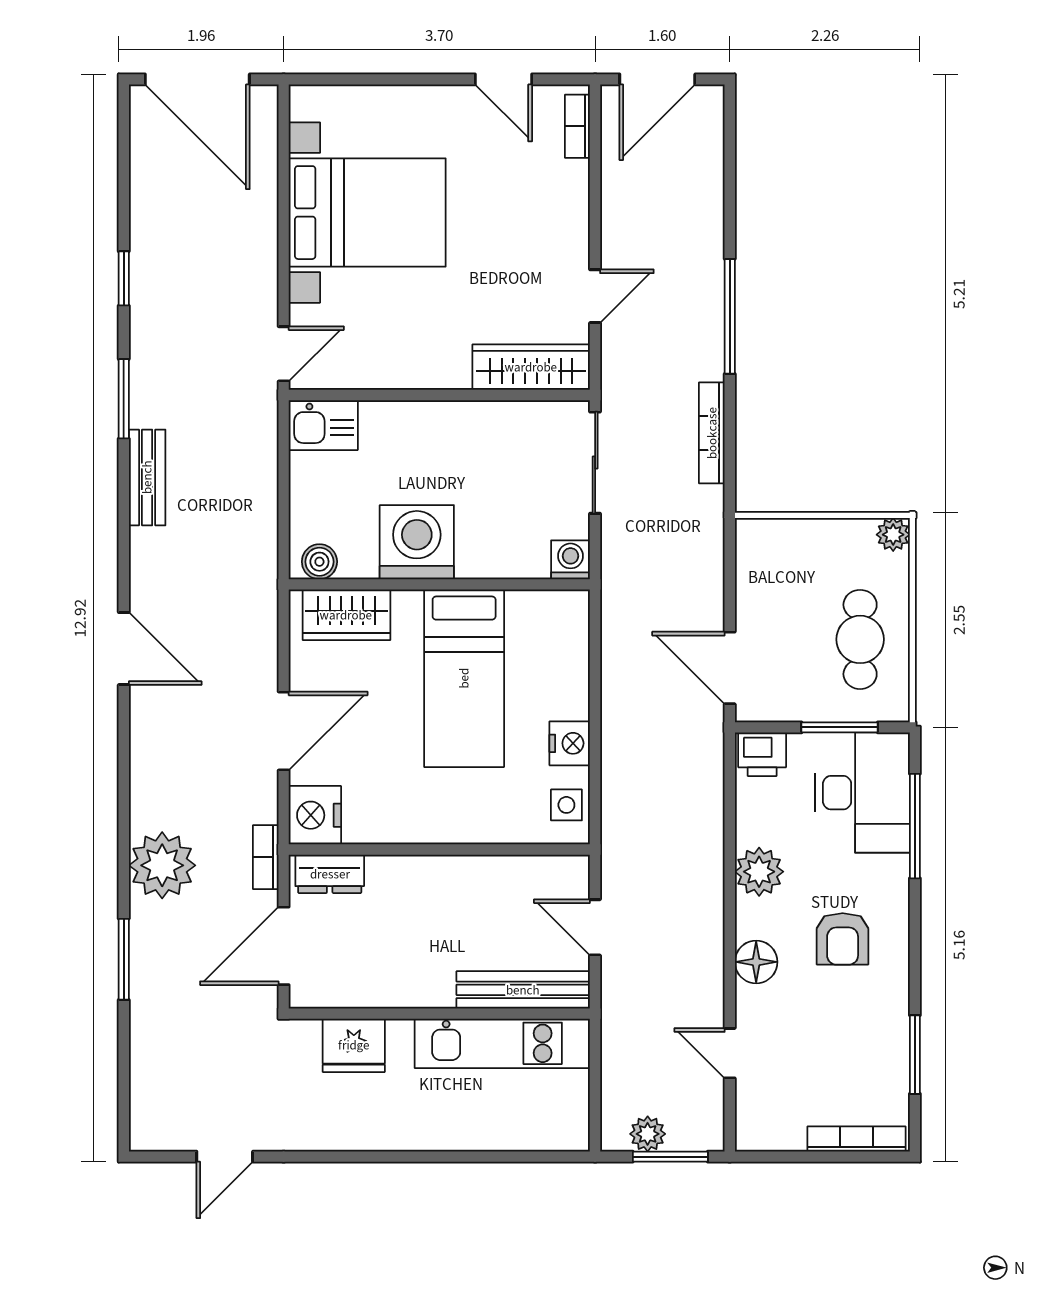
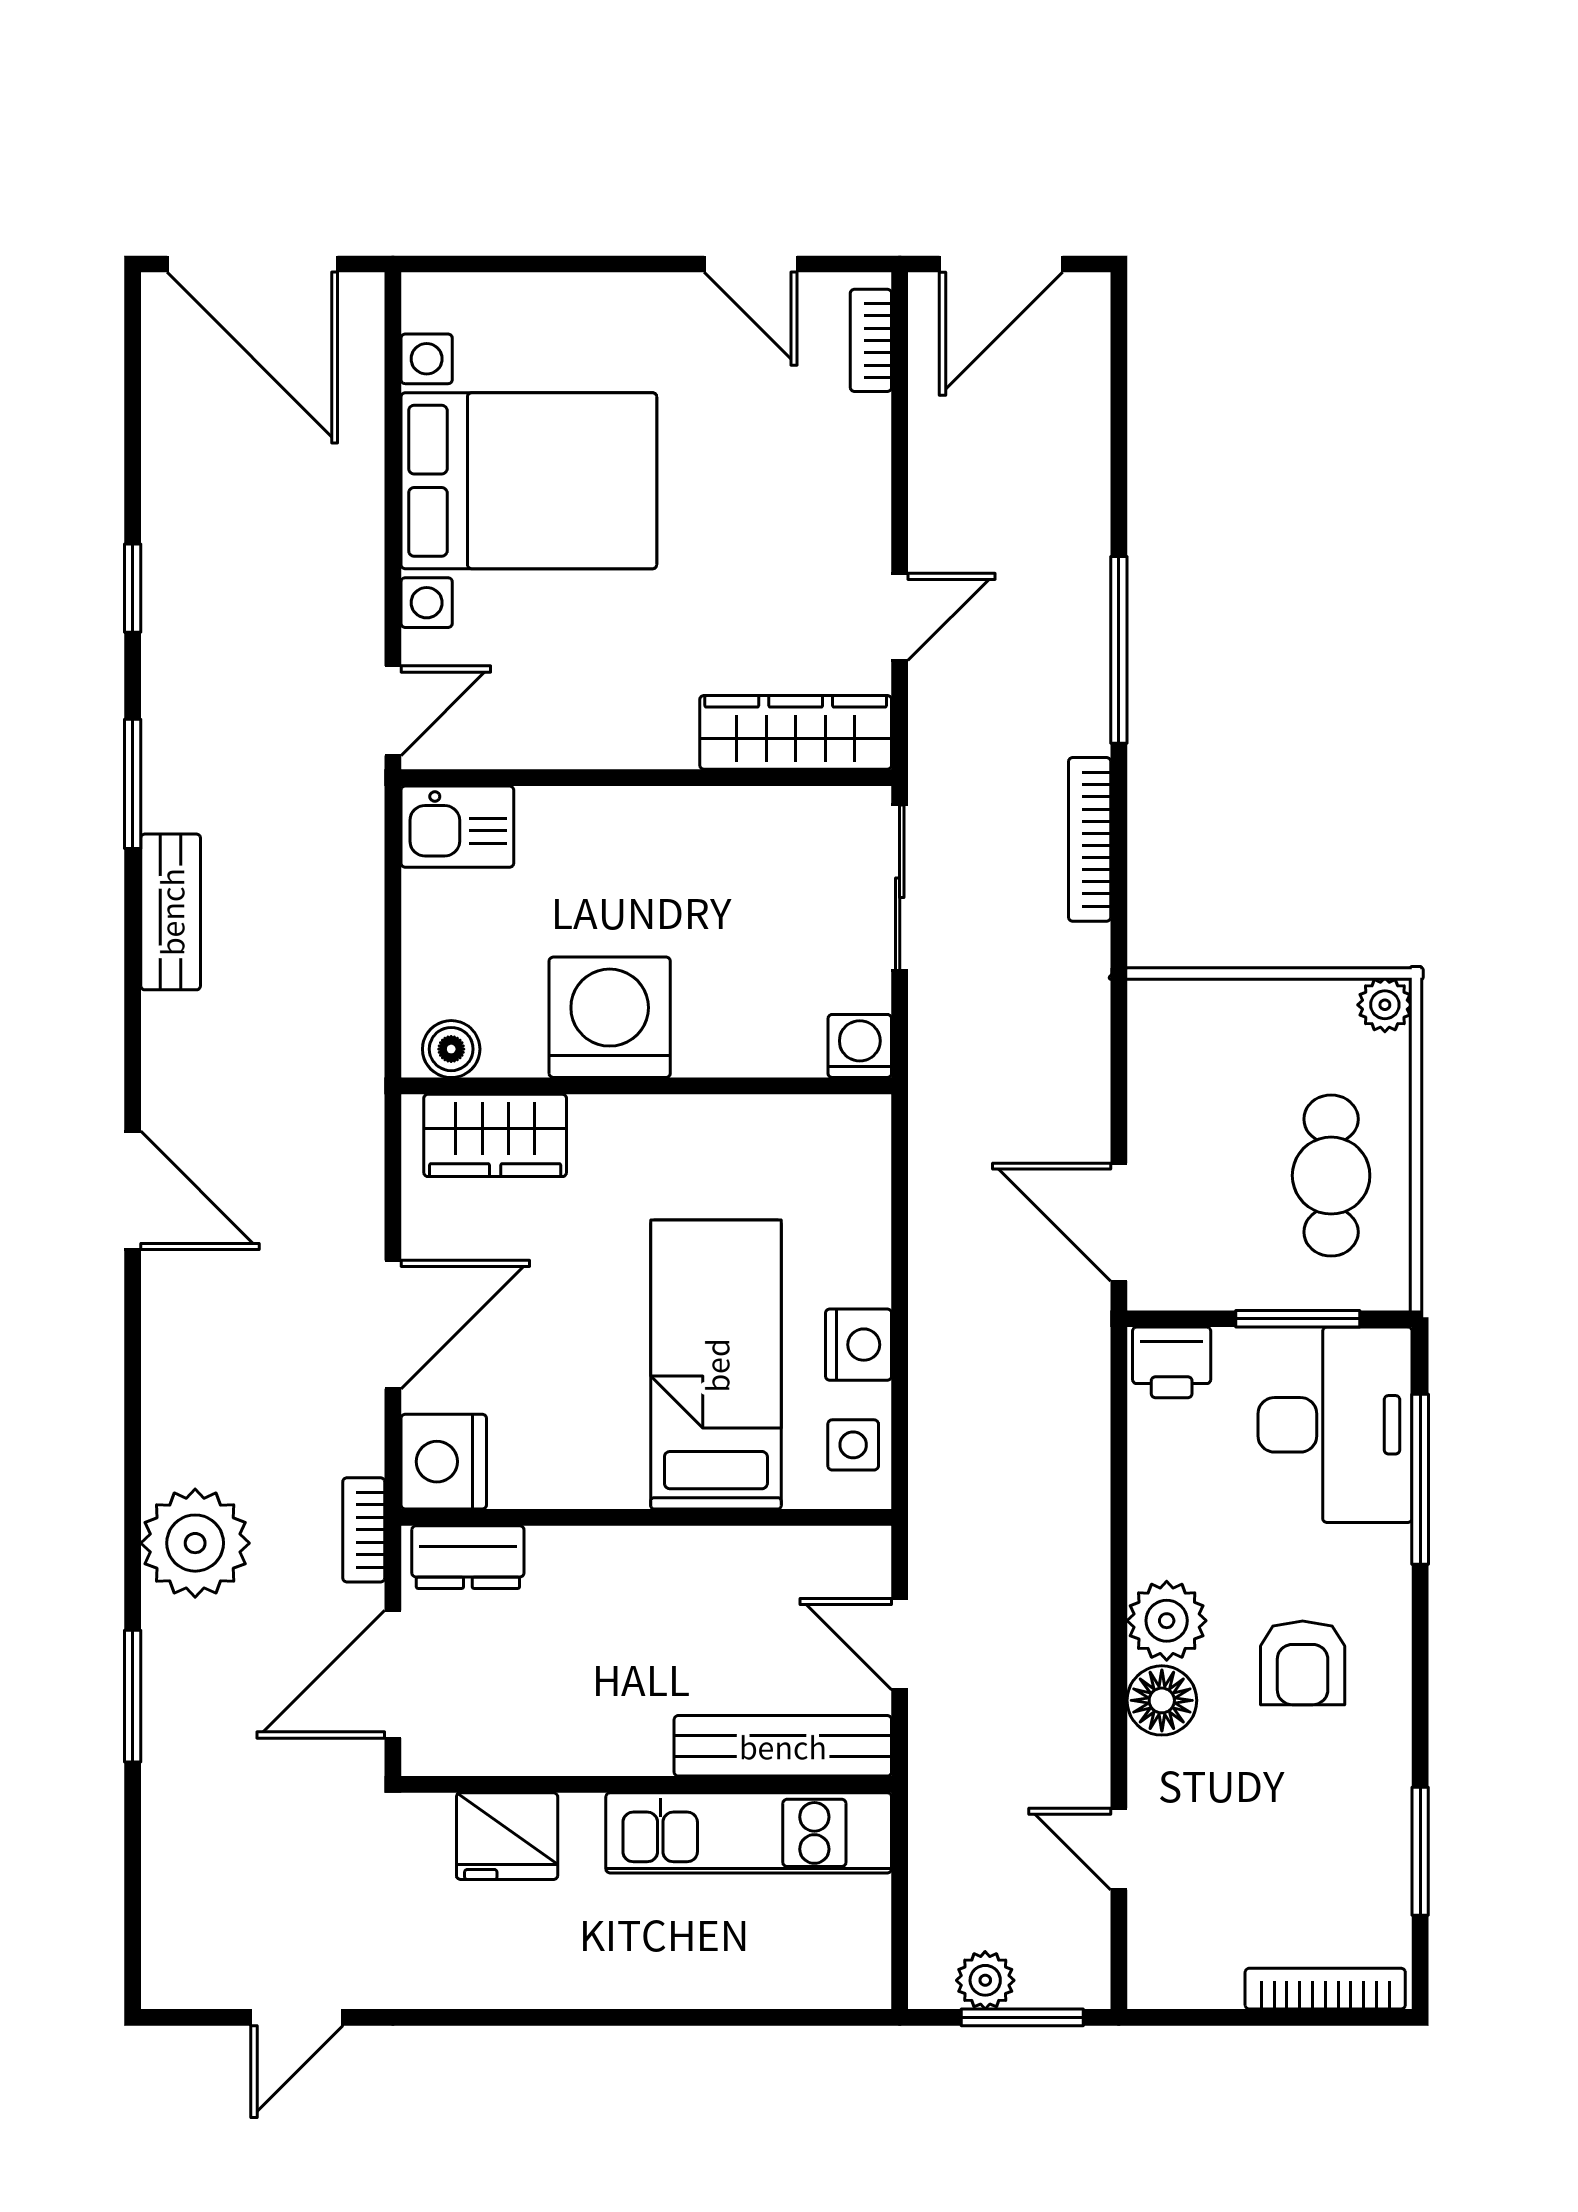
bed: (464, 678) -> (716, 1365), moved, turned 180
plant: (759, 872) -> (1167, 1621), moved

